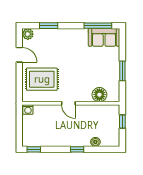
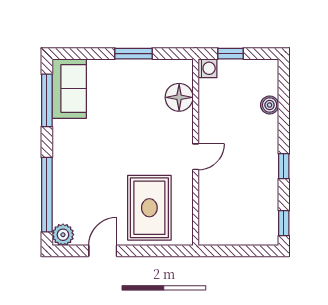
window: (49, 26) -> (47, 195), width x2.11
washing machine: (28, 110) -> (208, 68), moved
window: (77, 149) -> (284, 166), moved

